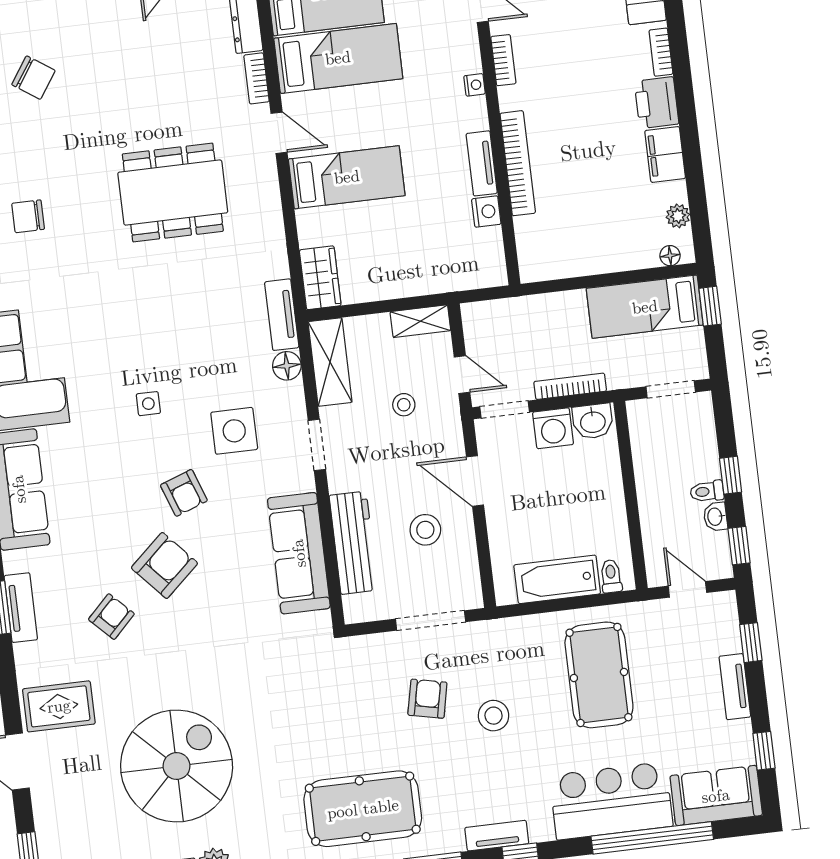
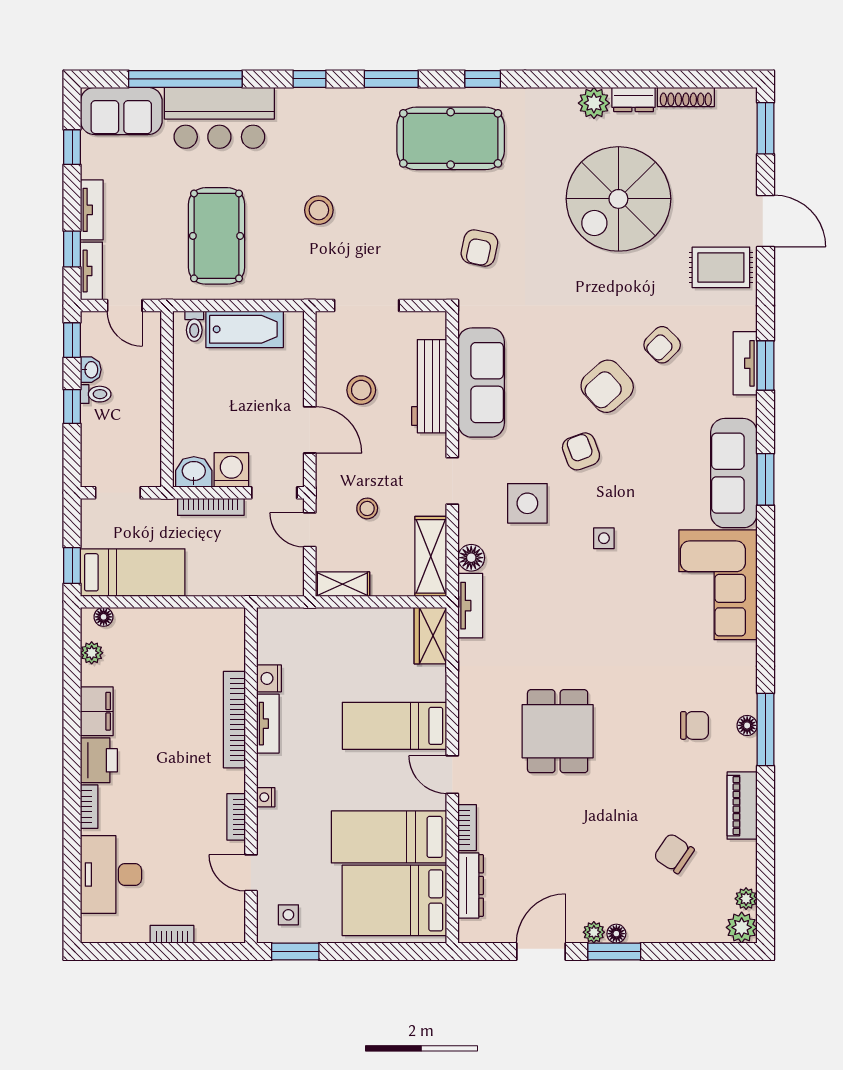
dining table: (173, 193) -> (558, 731), width x0.73
armchair: (427, 699) -> (479, 248), moved
tv unit: (497, 836) -> (91, 271), moved, turned -90

